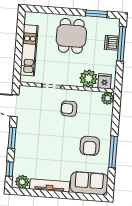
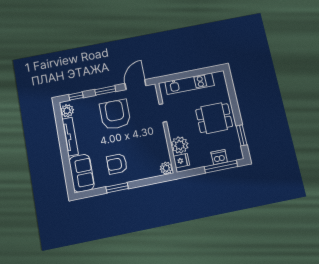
armchair: (69, 109) -> (115, 114), moved, width x1.88, depth x1.88
window: (113, 152) -> (117, 188), width x0.69

